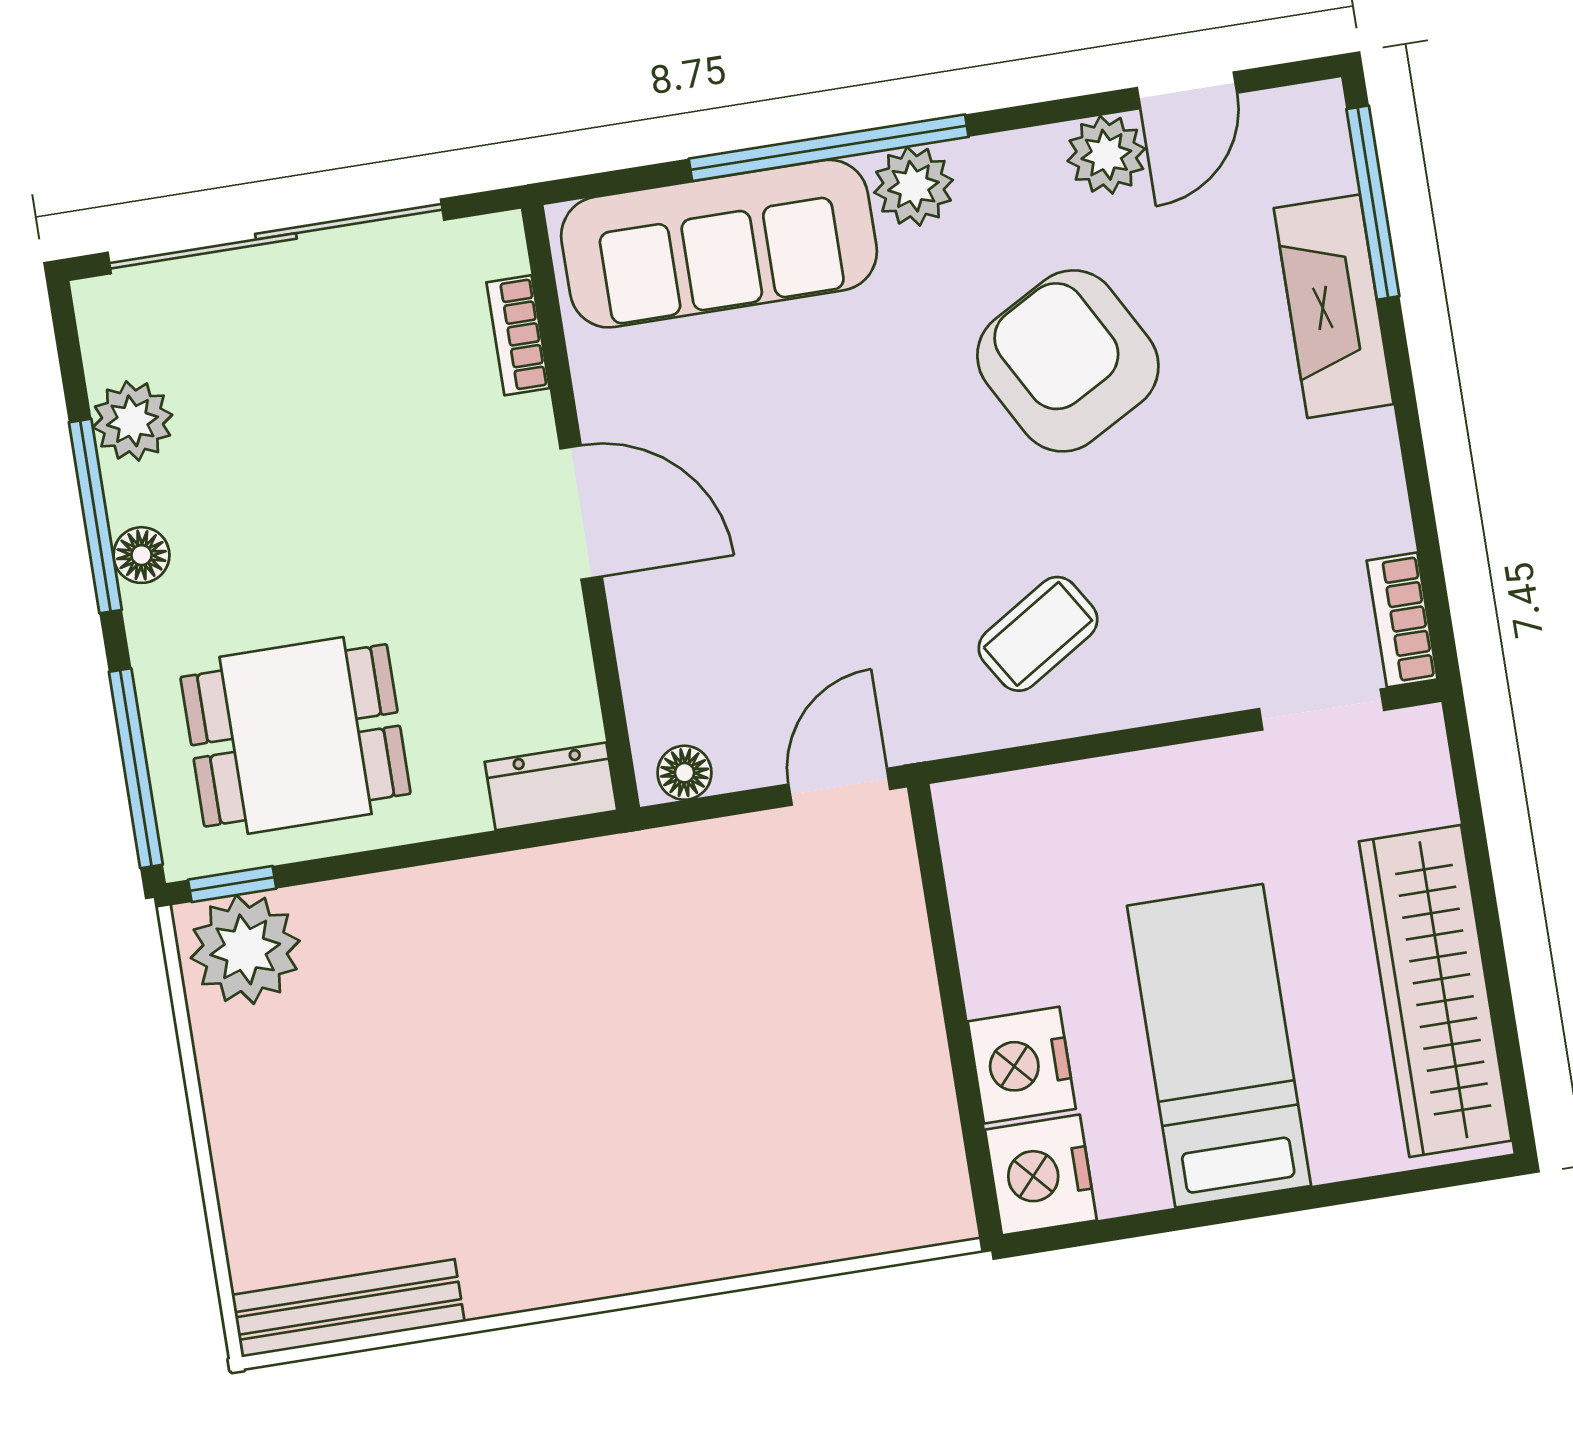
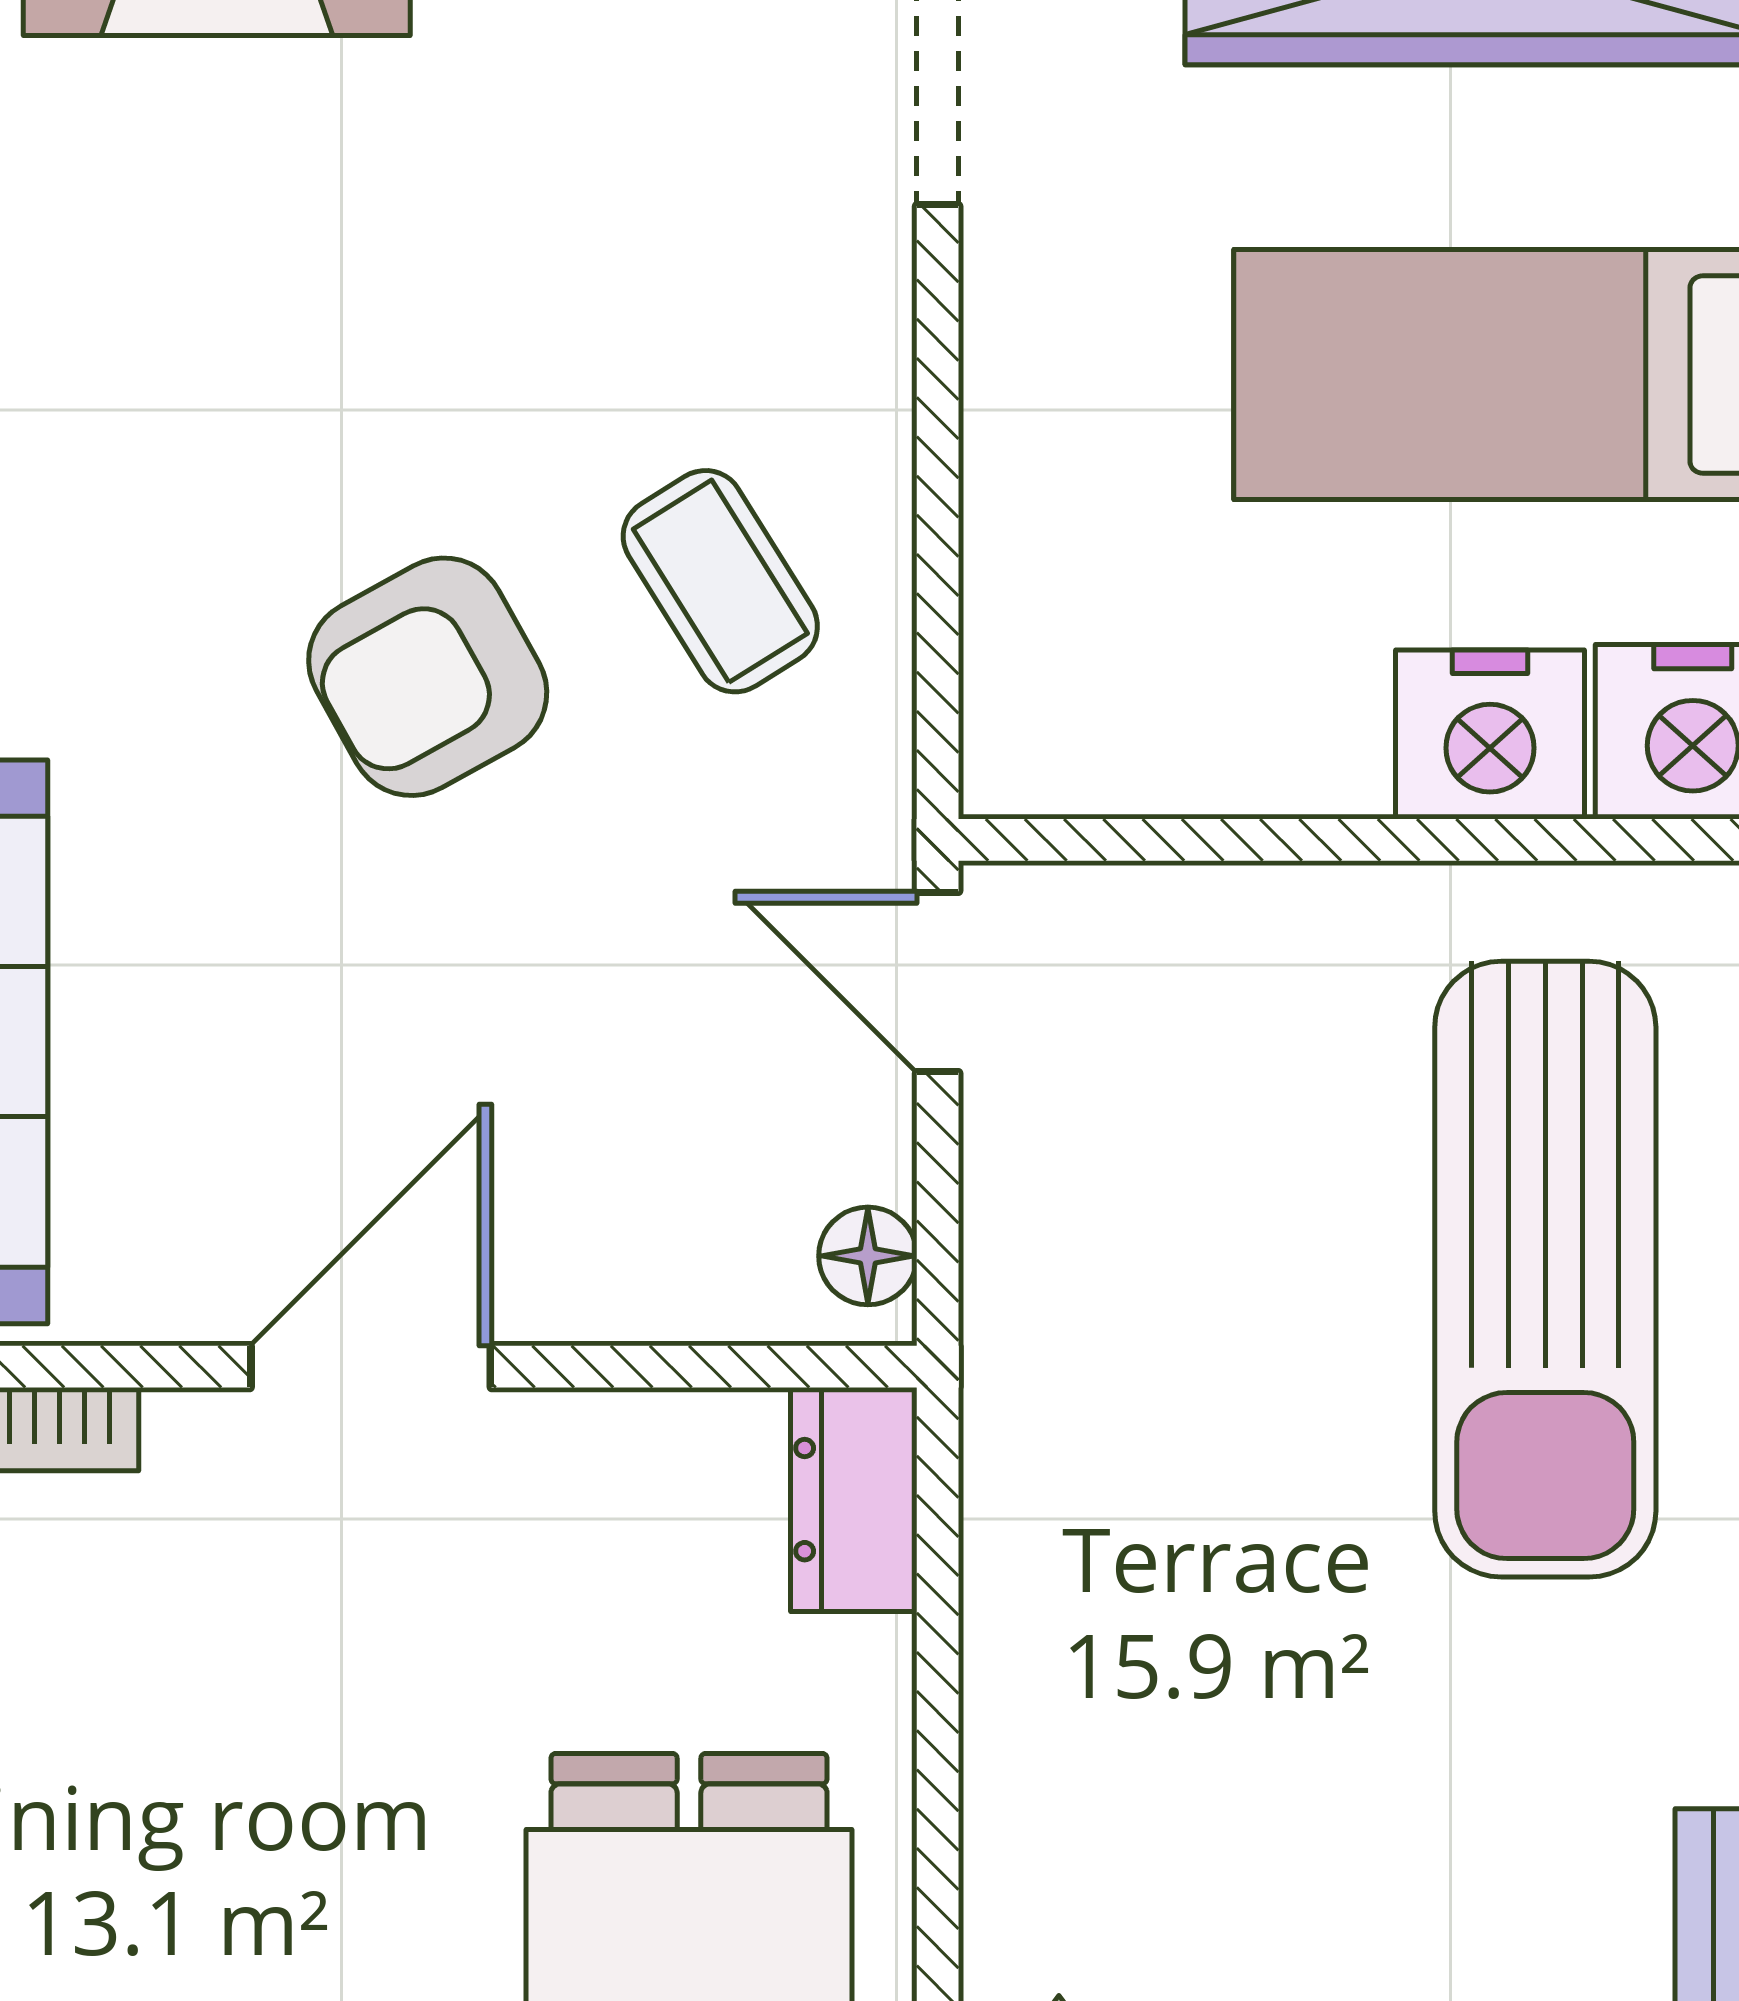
armchair: (1068, 361) -> (428, 677), moved, width x0.73, depth x0.73
sun lounger: (736, 1142) -> (1545, 1269), added

